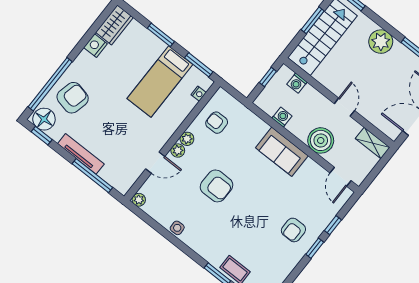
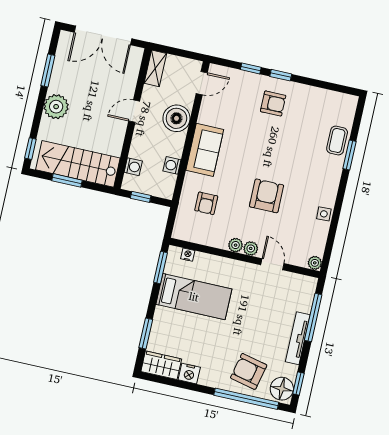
window: (161, 35) -> (146, 333), moved
armchair: (217, 123) -> (206, 203), moved

